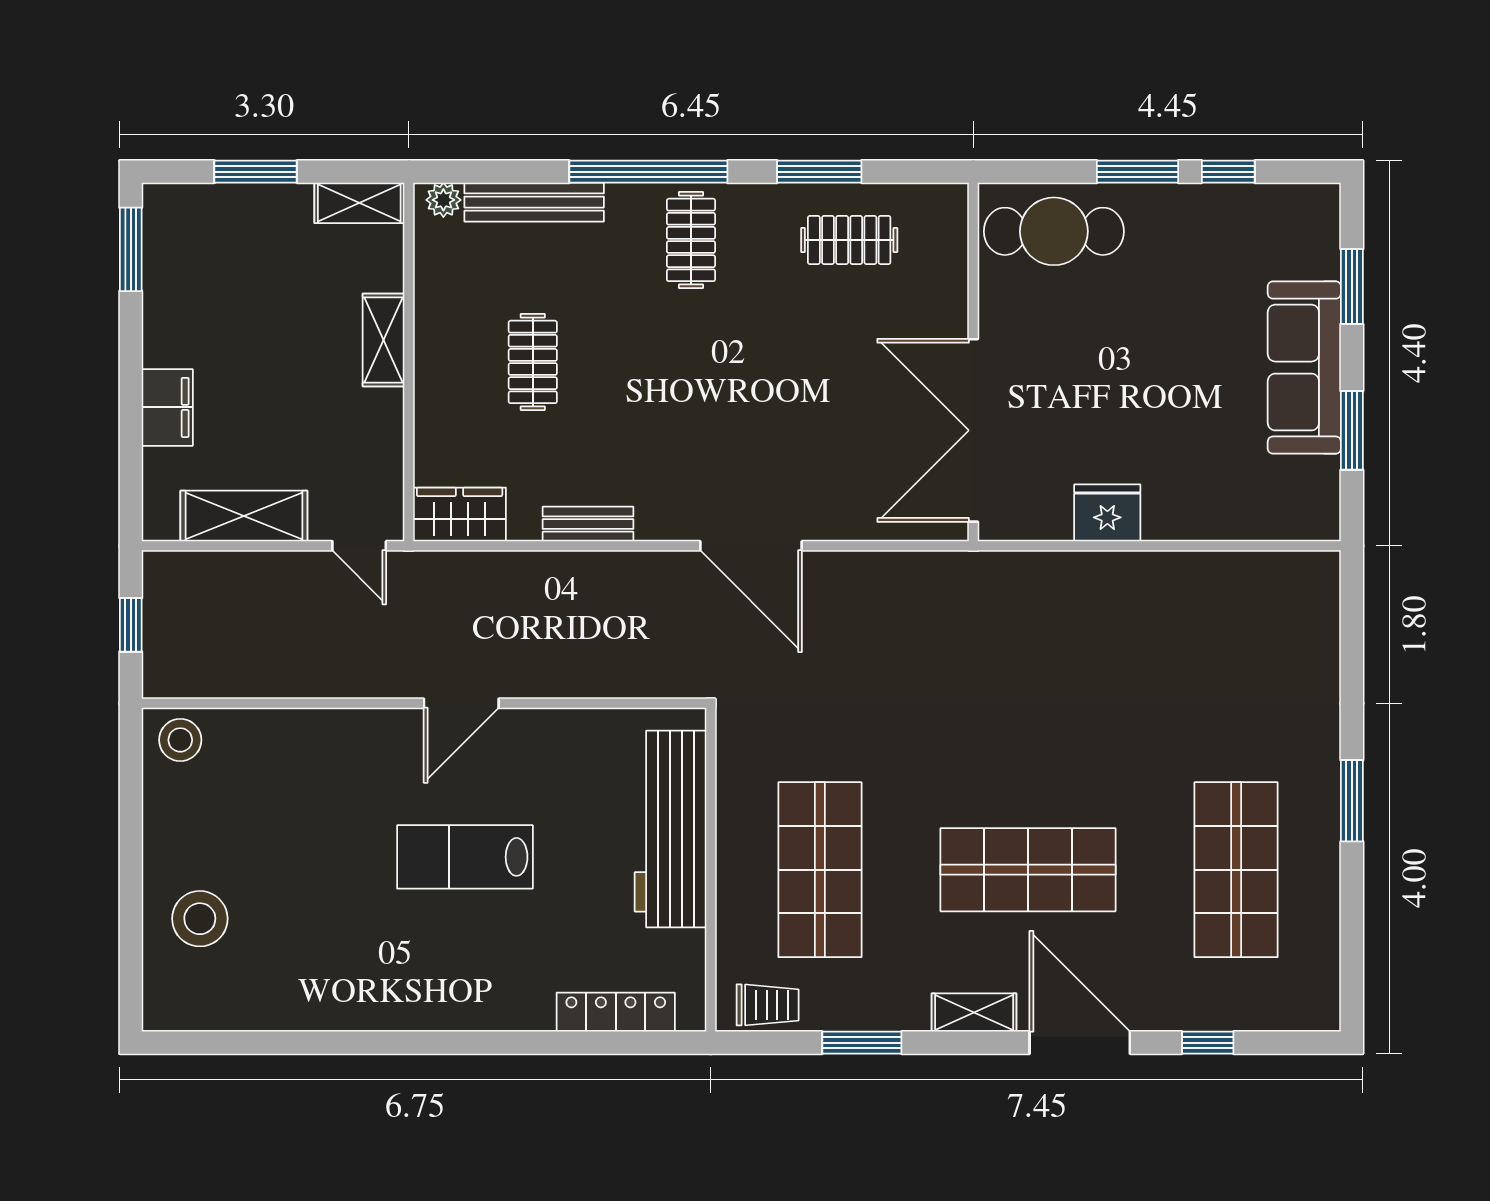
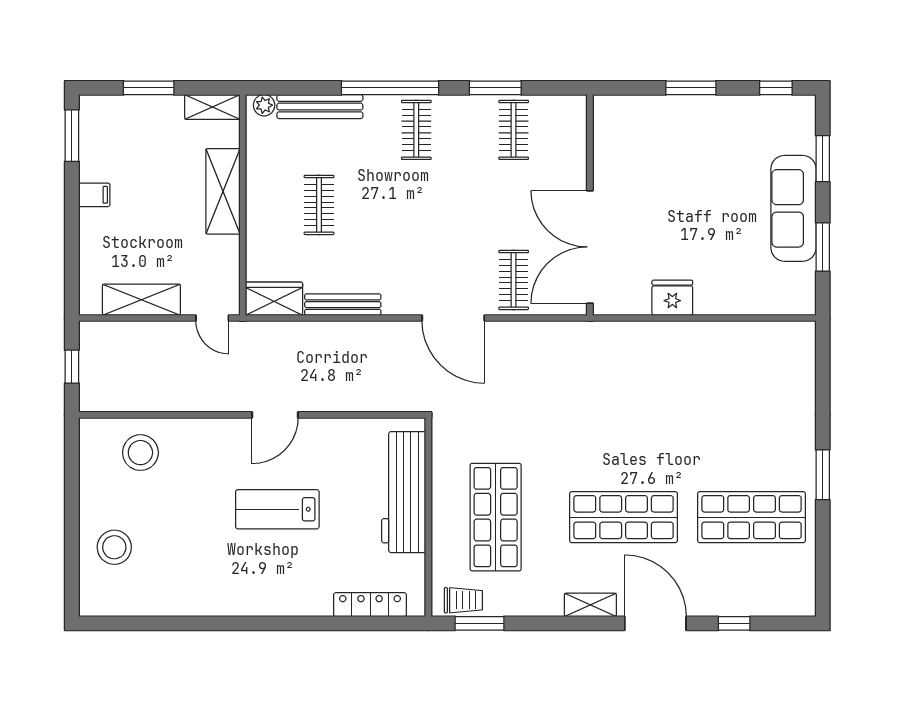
window: (1228, 172) -> (776, 88), moved
cafe table: (1054, 231) -> (639, 125), removed
clothes rail: (849, 240) -> (514, 130), turned 90
shelving: (383, 340) -> (223, 191), width x1.50, depth x1.33
filing cabinet: (167, 407) -> (94, 195), moved, width x0.50
clothes rail: (849, 484) -> (514, 280), added
bench: (588, 524) -> (343, 305), width x1.36
stool: (180, 740) -> (140, 453), moved, width x1.38, depth x1.38
shop shelf: (1236, 870) -> (752, 517), turned 90
window: (862, 1043) -> (480, 623), moved

